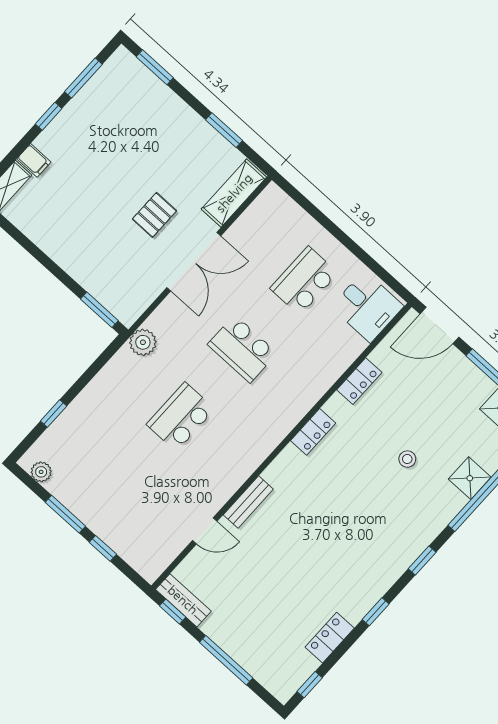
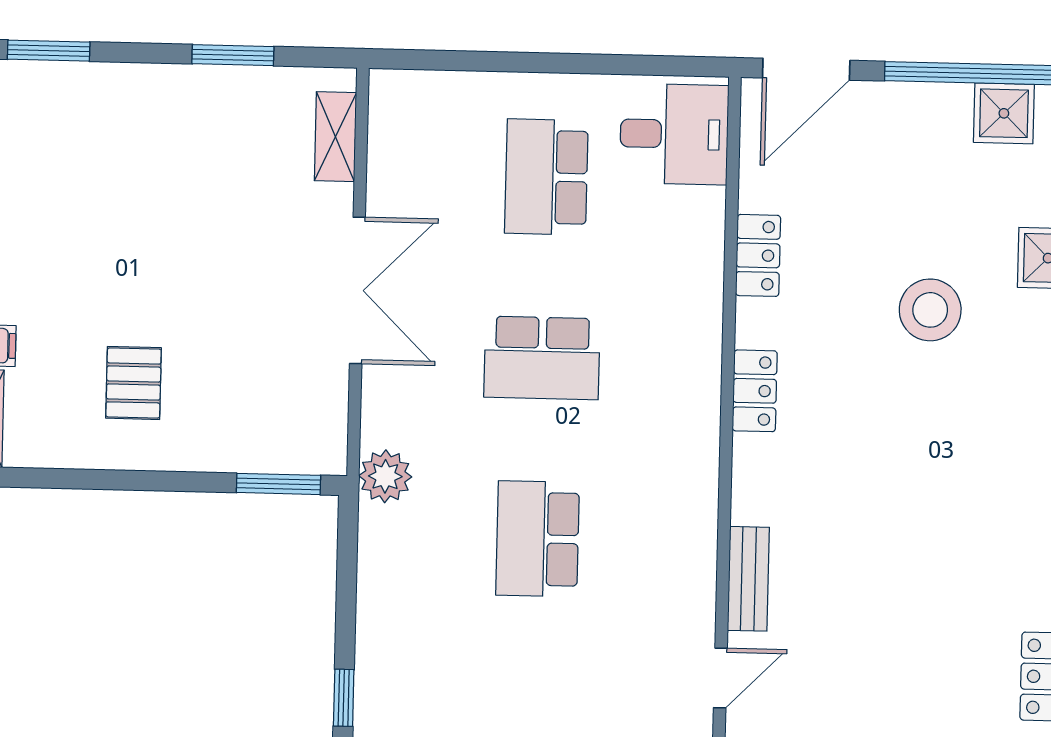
shelving: (234, 193) -> (335, 137), width x0.67, depth x0.75
pallet: (154, 215) -> (134, 383), moved
stool: (407, 459) -> (930, 310), width x1.89, depth x1.89

